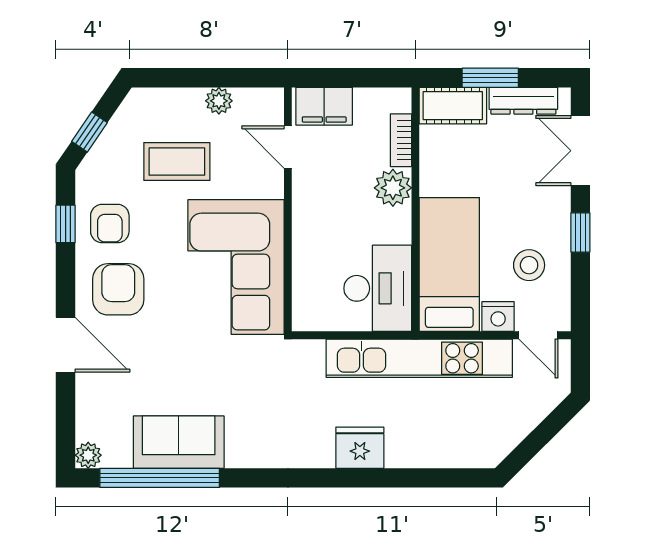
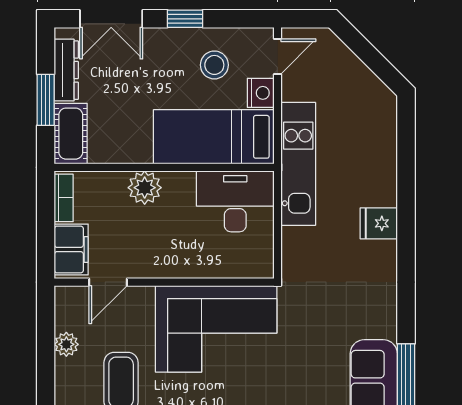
bookcase: (401, 140) -> (64, 198), moved, turned -90
kitchen unit: (419, 358) -> (298, 164), width x0.73
fridge: (360, 448) -> (379, 223), width x0.72

